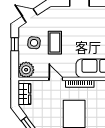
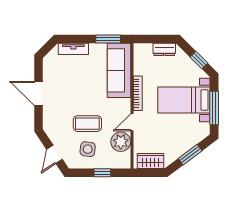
window: (15, 44) -> (102, 173), moved
plant: (26, 70) -> (121, 142), moved

